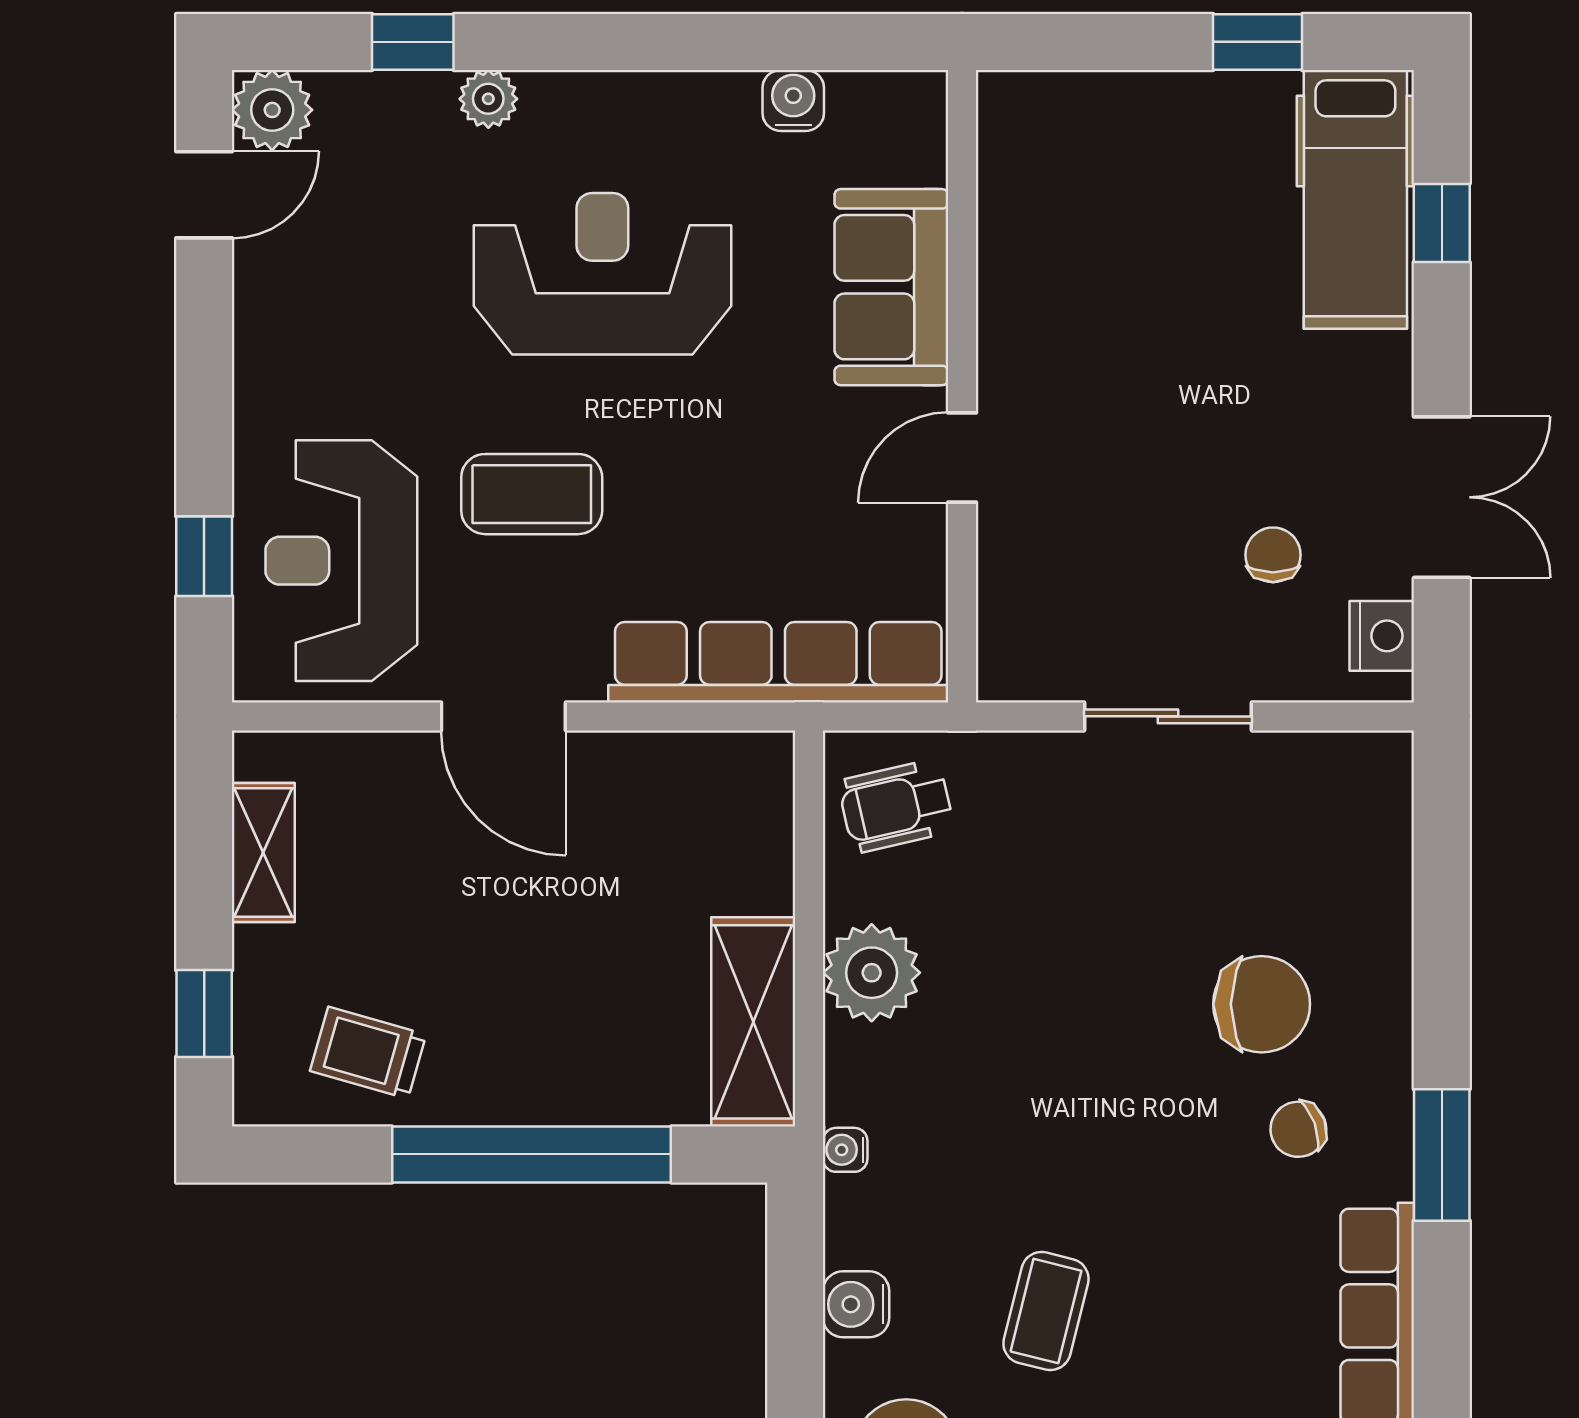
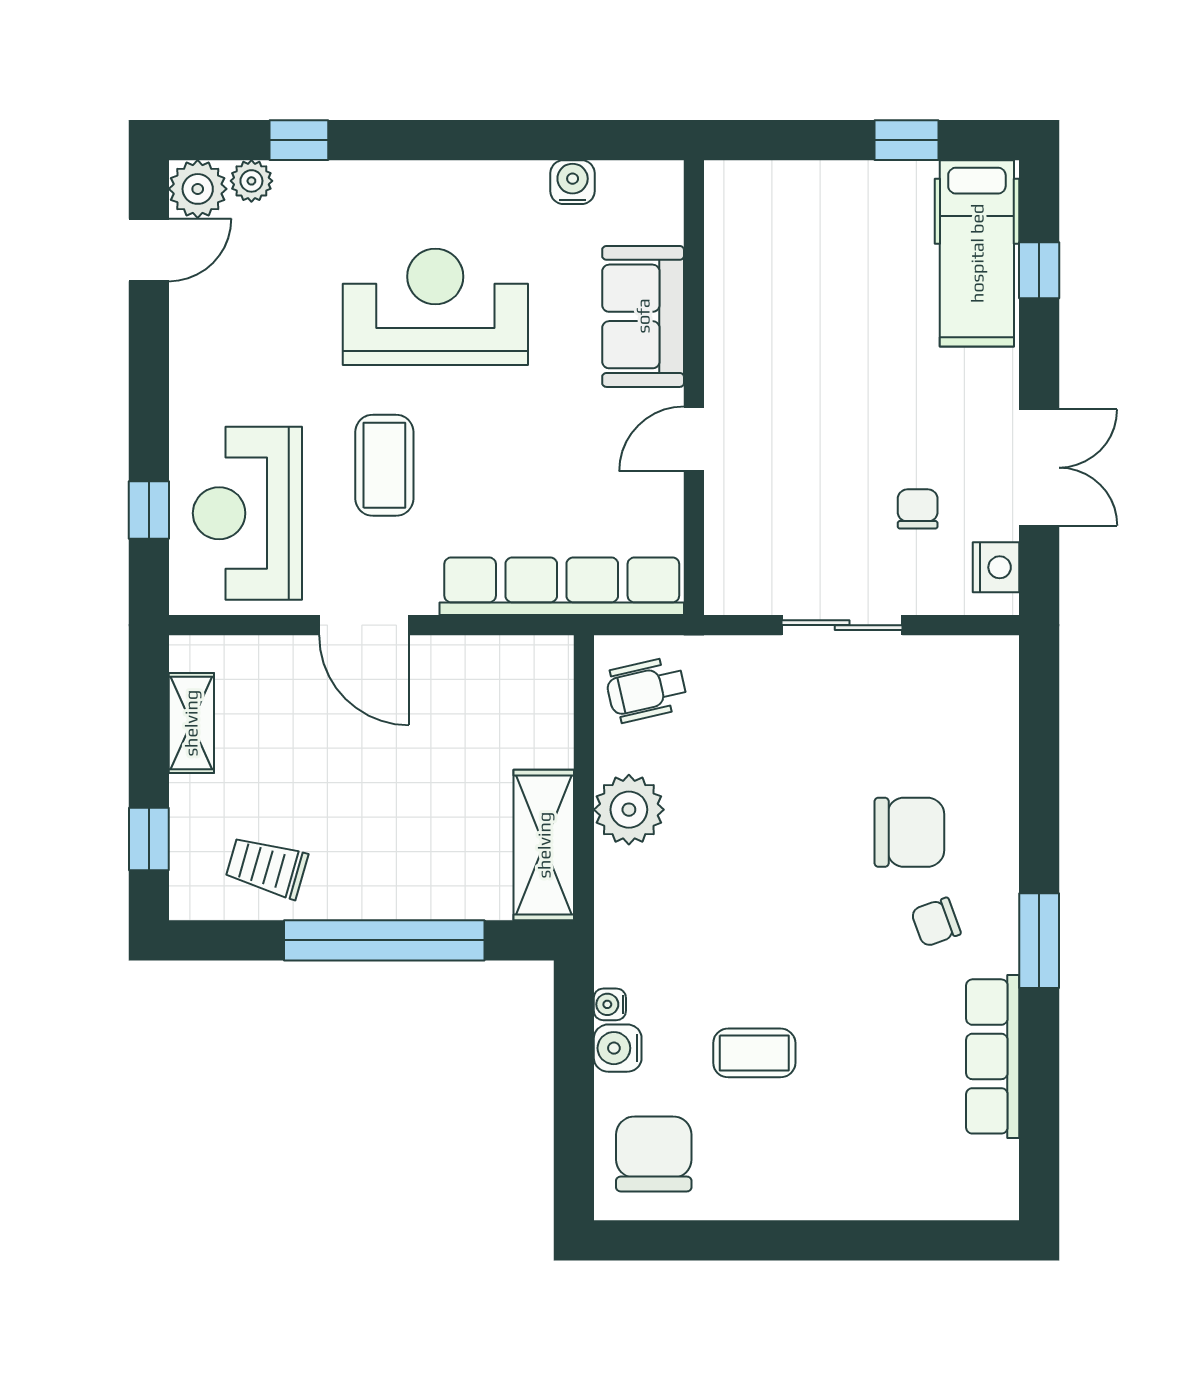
plant: (488, 99) -> (251, 181), moved
coffee table: (532, 494) -> (384, 465), turned 90
water cooler: (845, 1150) -> (610, 1004), moved
coffee table: (1046, 1311) -> (754, 1053), turned 76

